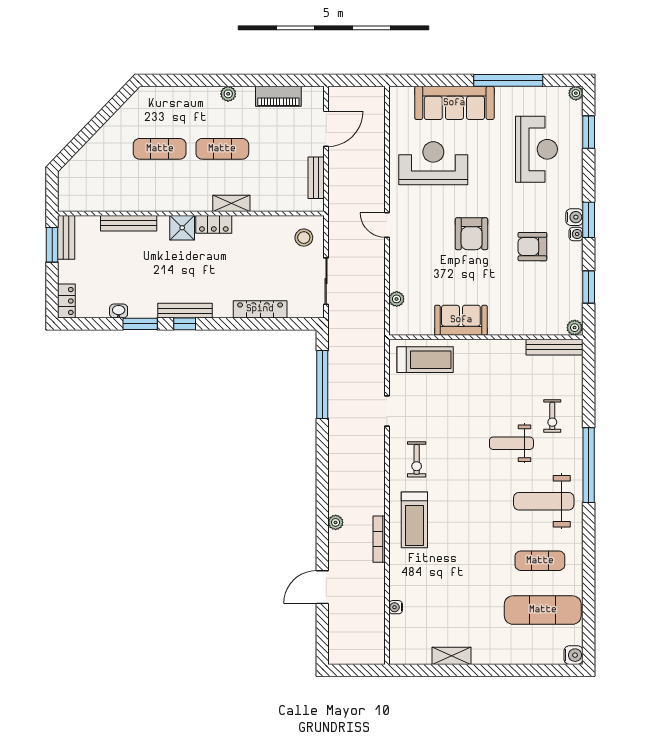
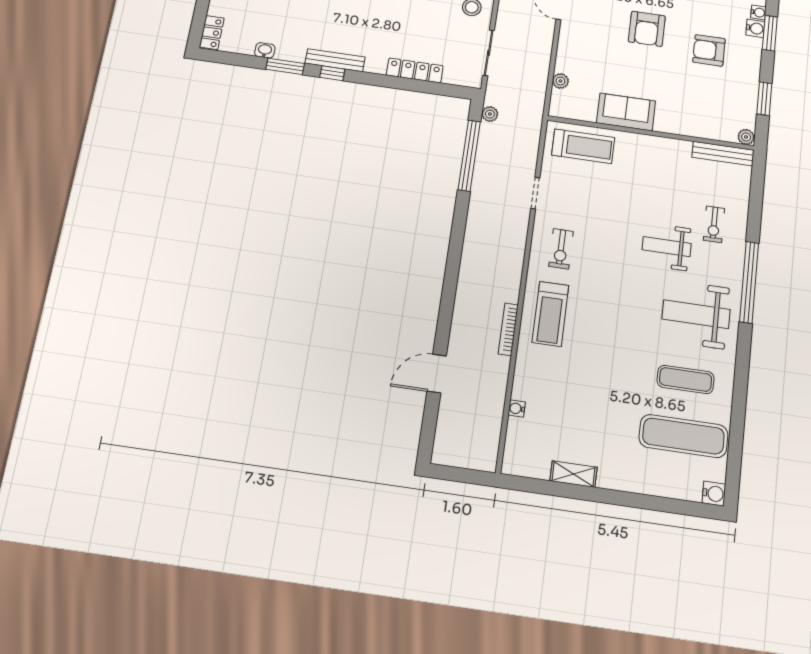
water cooler: (576, 234) -> (758, 12), moved
plant: (336, 522) -> (490, 114), moved

